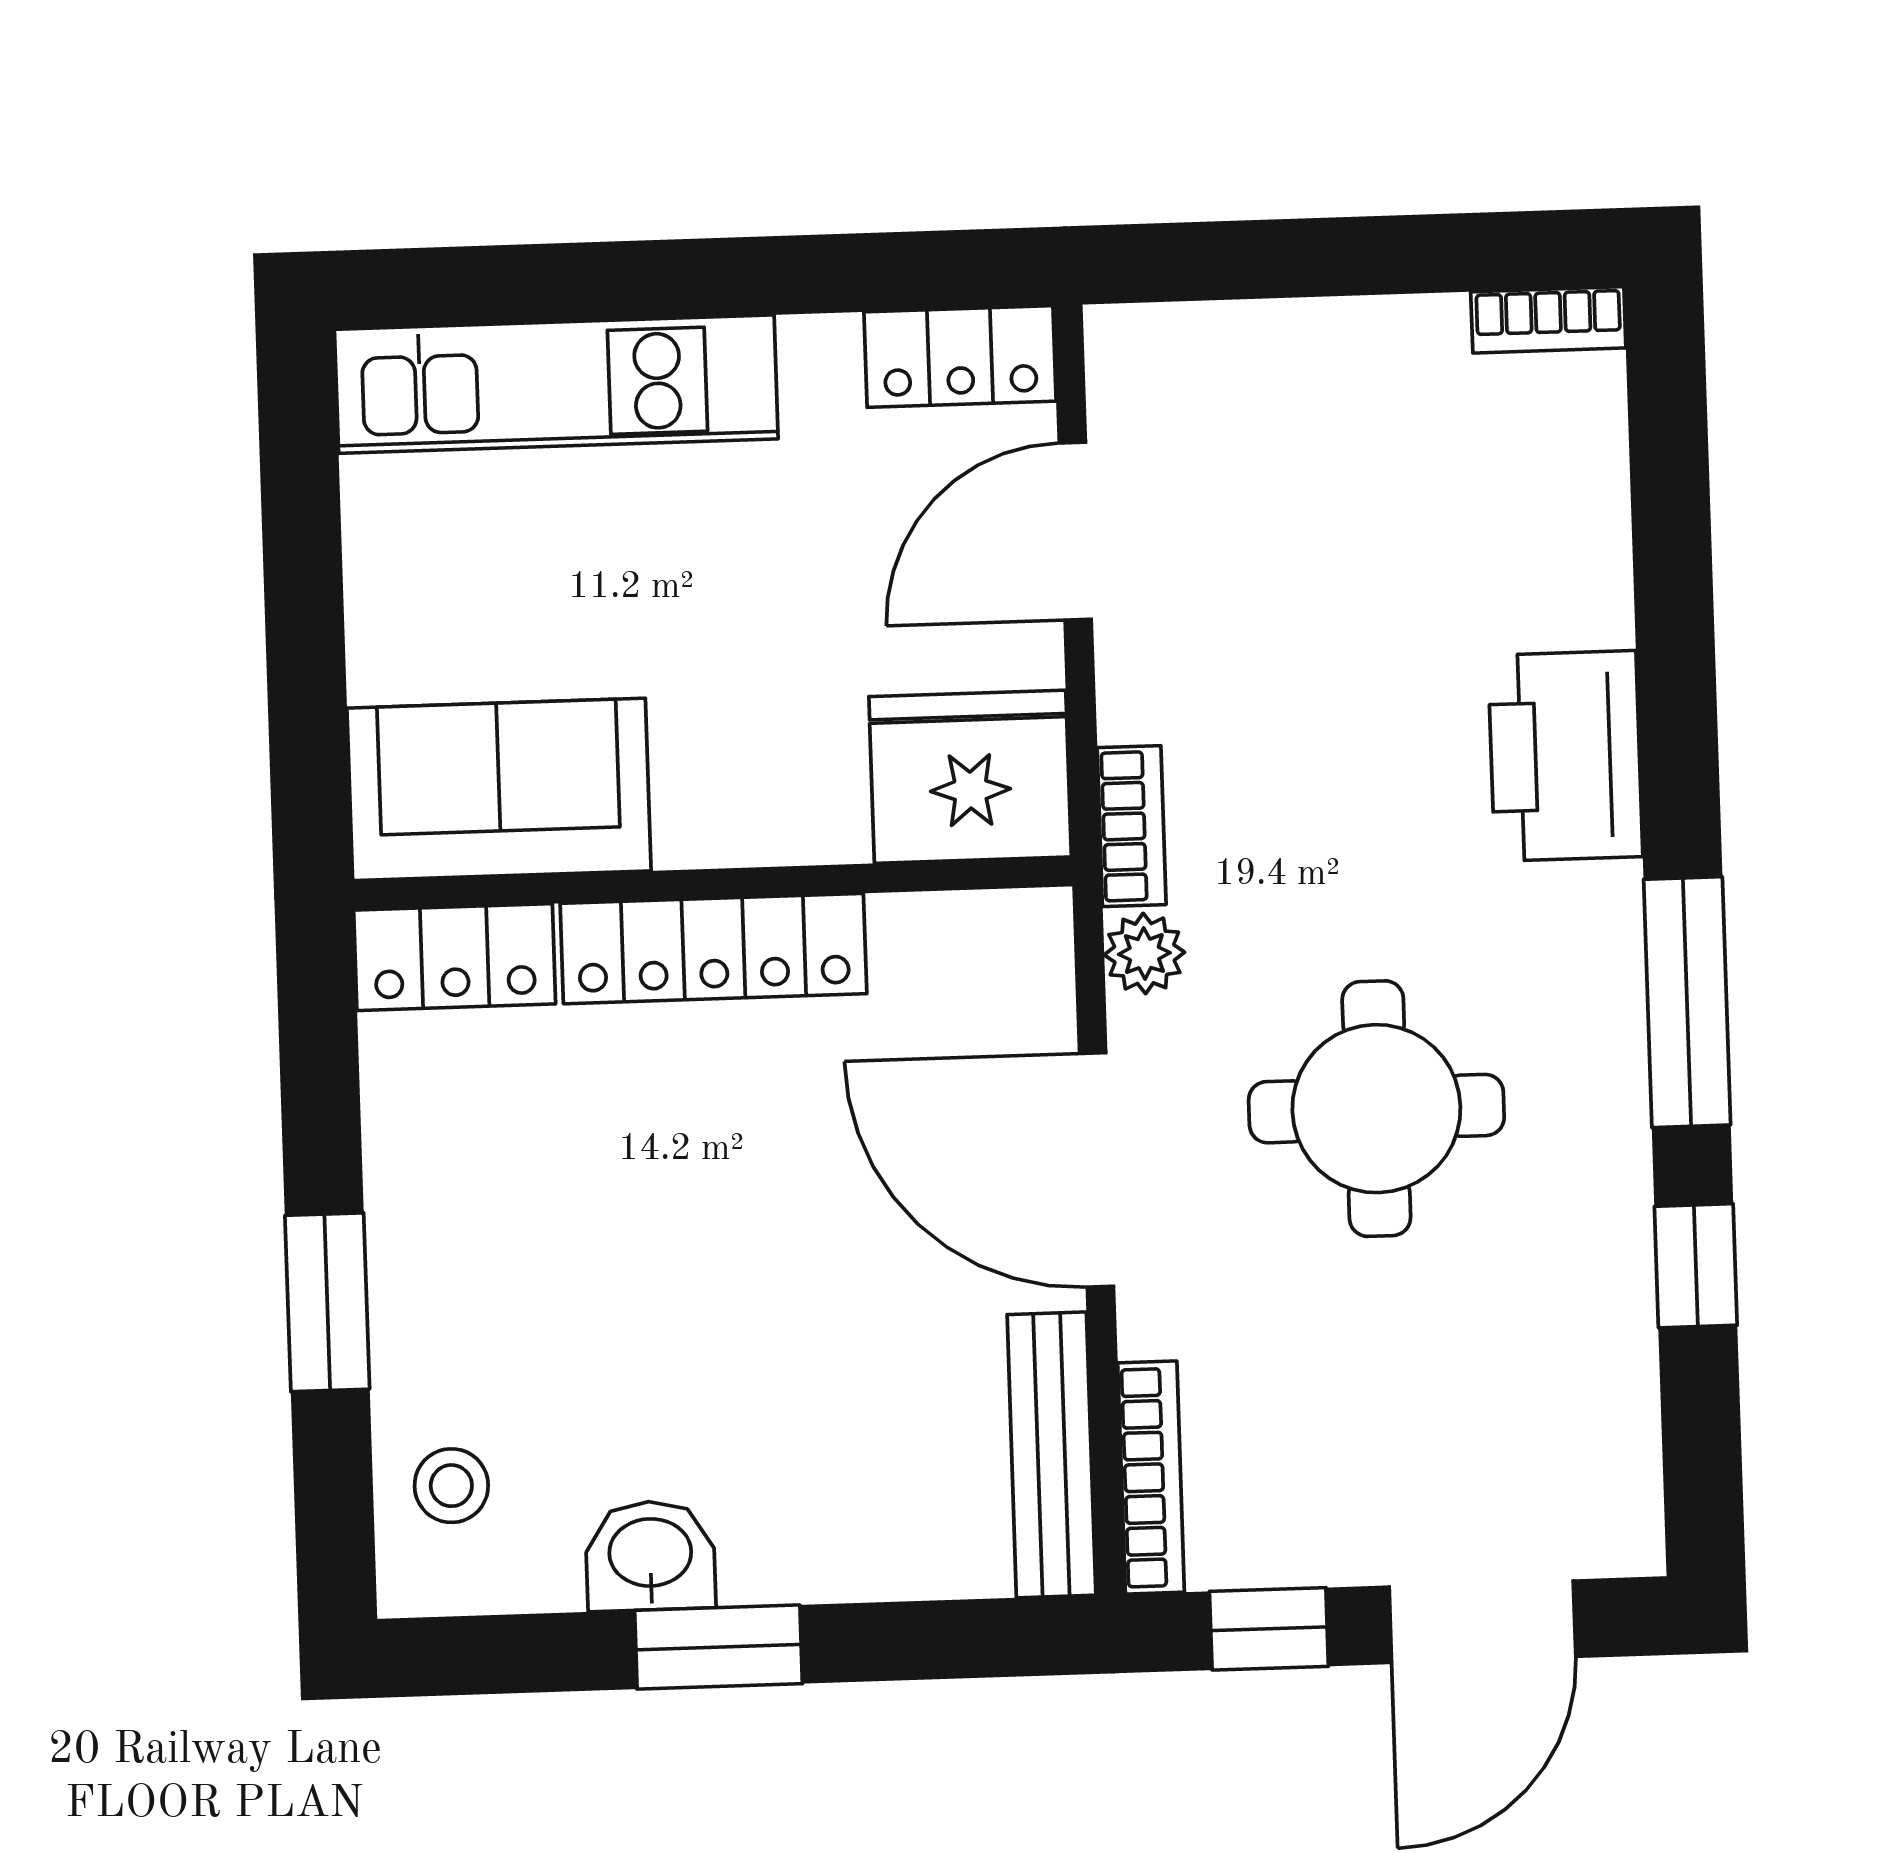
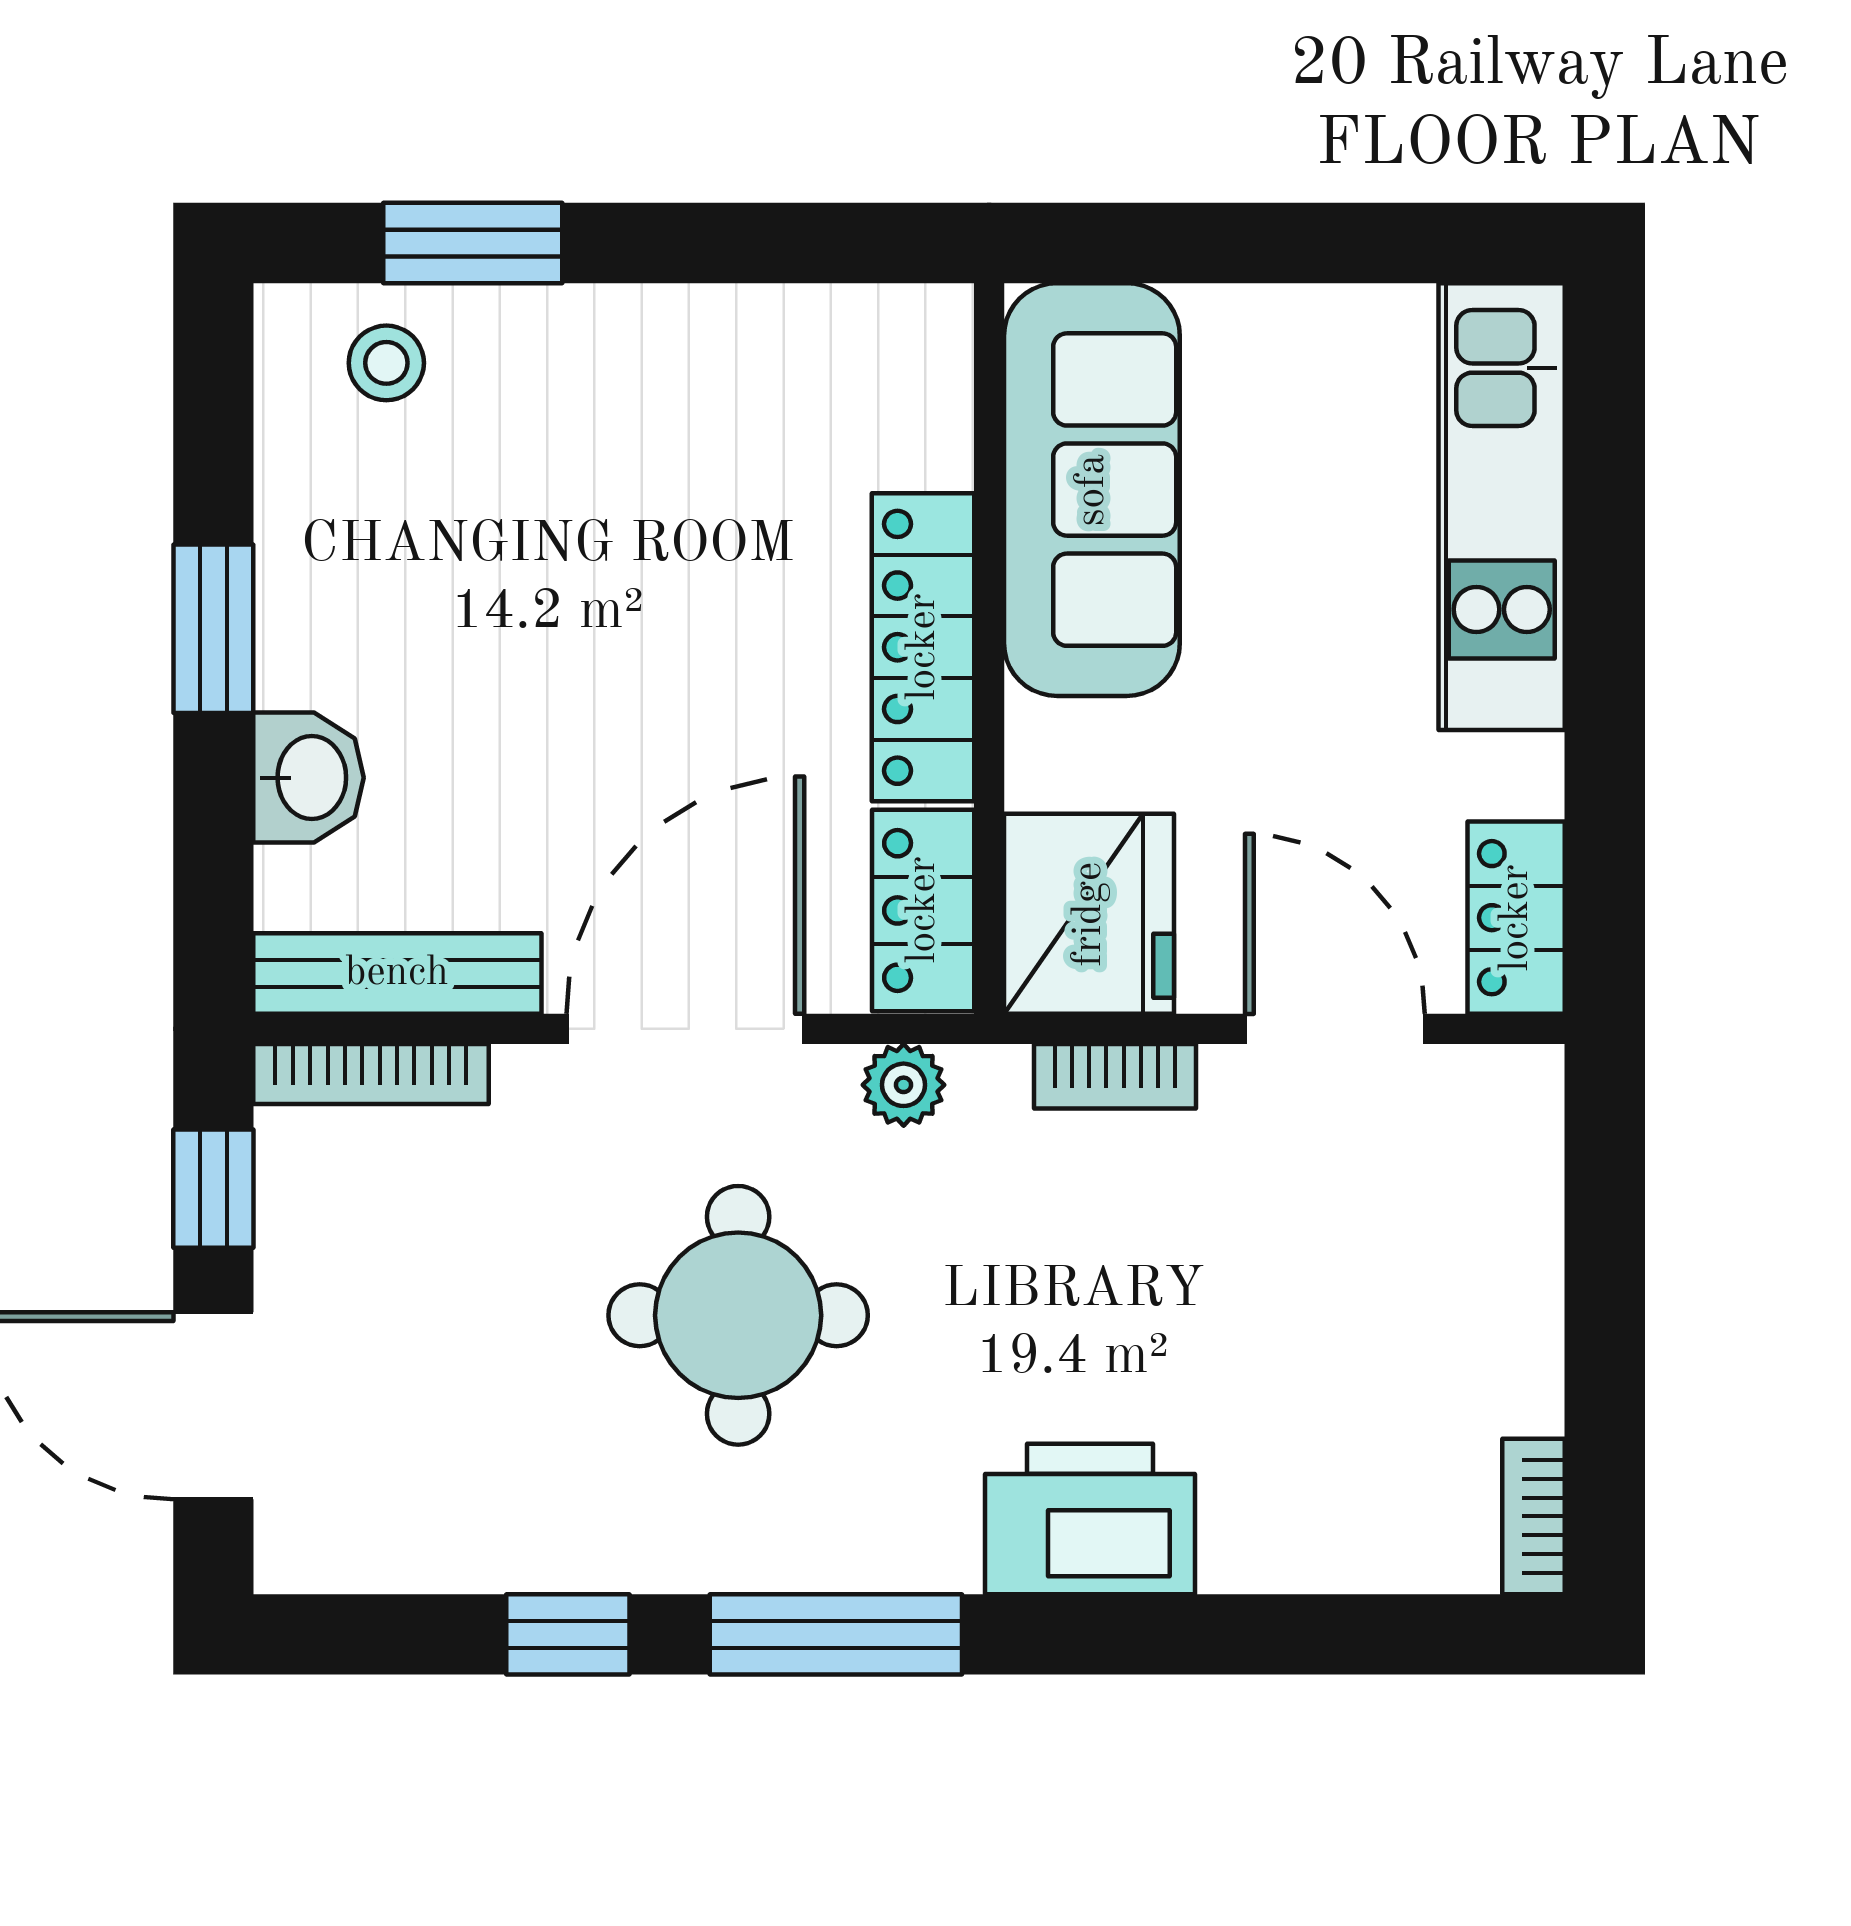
sofa: (499, 789) -> (1092, 490), width x1.36
bookcase: (1132, 826) -> (1115, 1076), moved
locker: (455, 957) -> (923, 910), moved
window: (327, 1302) -> (473, 243), moved
washbasin: (650, 1556) -> (308, 778), moved

